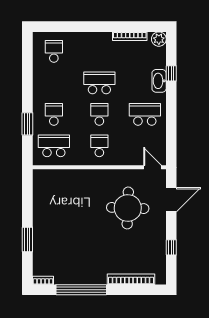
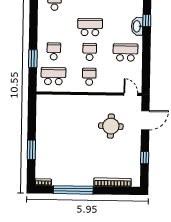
round table: (128, 208) -> (111, 126), width x0.73, depth x0.73

